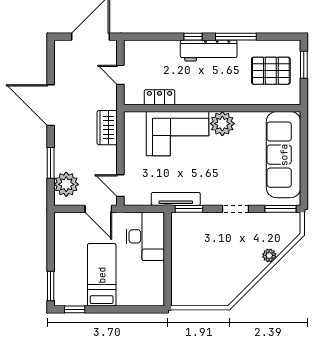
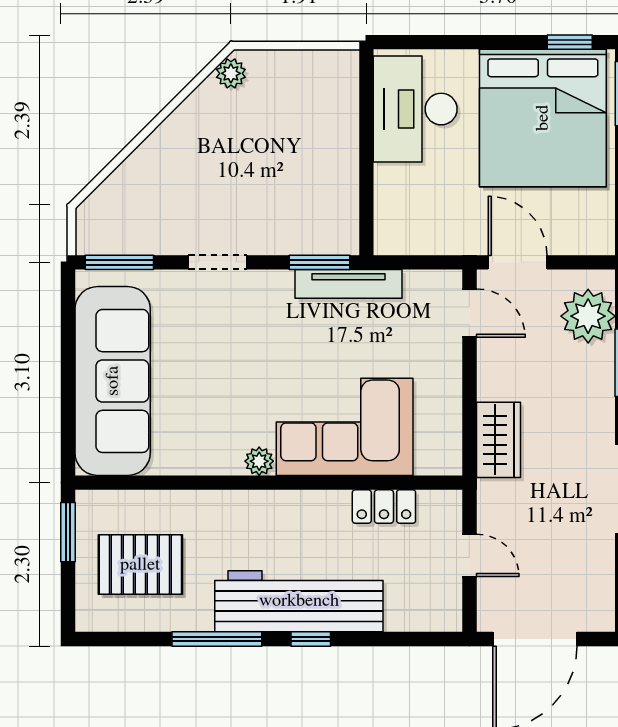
workbench: (209, 51) -> (299, 601), width x1.36, depth x1.32
window: (304, 65) -> (68, 532), moved
plant: (222, 124) -> (259, 461), width x0.53, depth x0.53
desk: (145, 236) -> (415, 109), moved
plant: (269, 255) -> (231, 73), moved
bed: (102, 275) -> (543, 118), width x2.04

